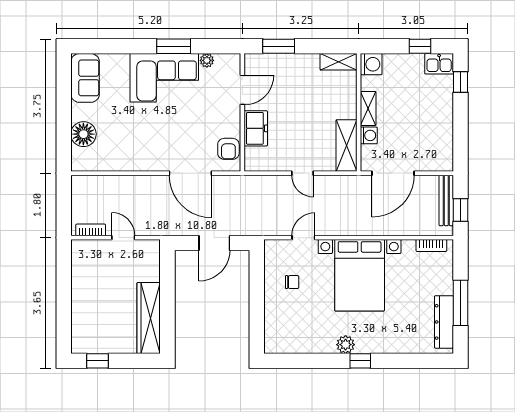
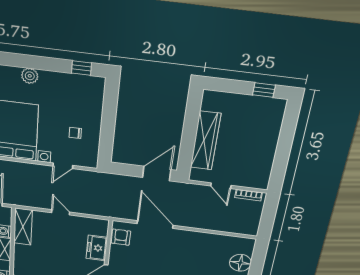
door: (214, 243) -> (157, 174), moved
wardrobe: (149, 318) -> (206, 141), moved
window: (360, 361) -> (82, 68), moved

